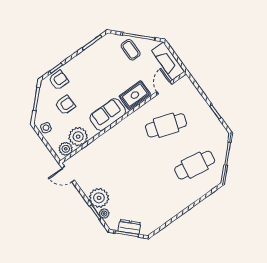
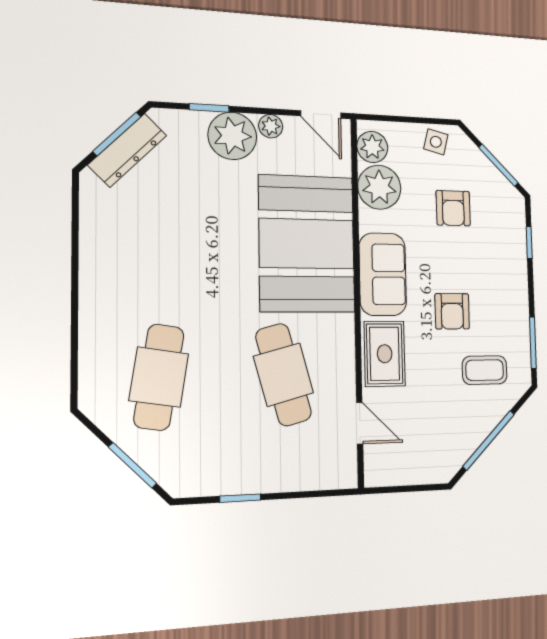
coffee table: (131, 50) -> (485, 370), moved
fireplace: (168, 61) -> (406, 467), removed
armchair: (59, 80) -> (452, 311), moved
cafe table: (166, 125) -> (284, 375), turned -33
booth: (117, 148) -> (307, 244), added
door: (68, 174) -> (321, 114), swing flipped
plant: (104, 214) -> (271, 126), moved
dresser: (129, 227) -> (127, 150), width x1.44

